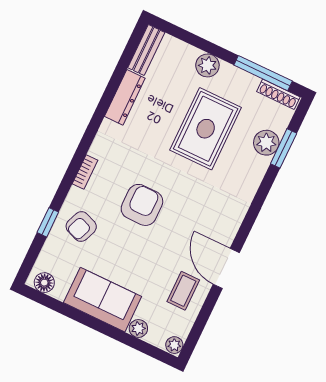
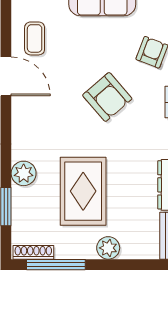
plant: (266, 143) -> (24, 173), moved
armchair: (142, 205) -> (107, 97), turned -41

